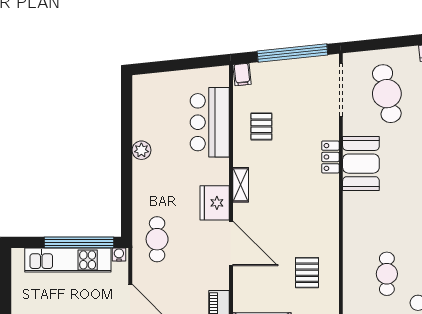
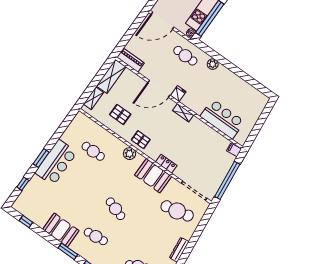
pallet: (261, 126) -> (141, 140), moved
plant: (141, 150) -> (213, 64), moved
fridge: (215, 203) -> (178, 94), width x0.53, depth x0.75
plant: (353, 220) -> (130, 154), added

